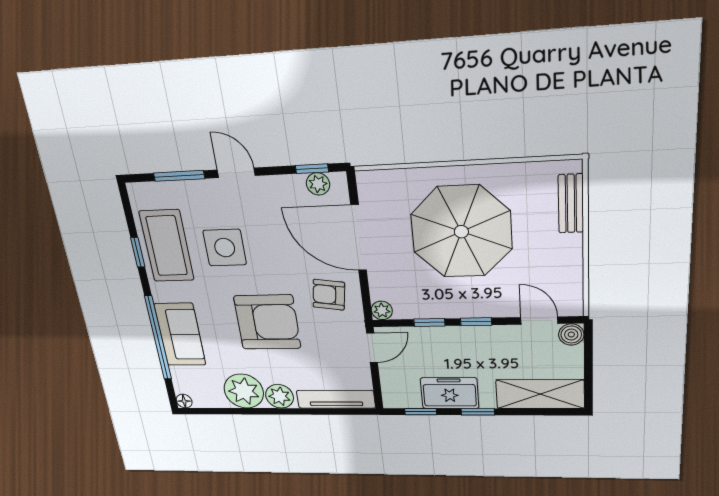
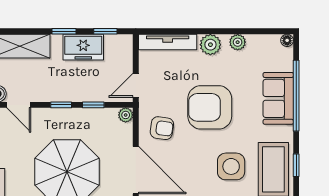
plant: (244, 391) -> (238, 42), width x0.53, depth x0.53

